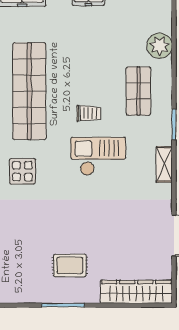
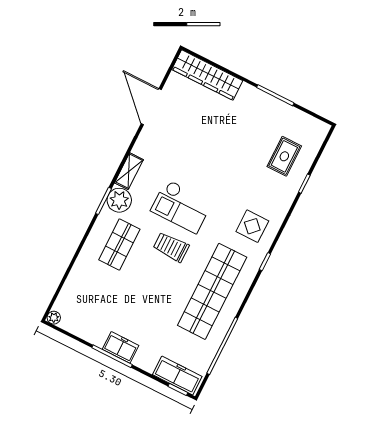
plant: (160, 46) -> (119, 200), moved
trolley: (89, 113) -> (171, 247), width x1.36, depth x1.39
rug: (70, 265) -> (284, 156), moved, turned 90

